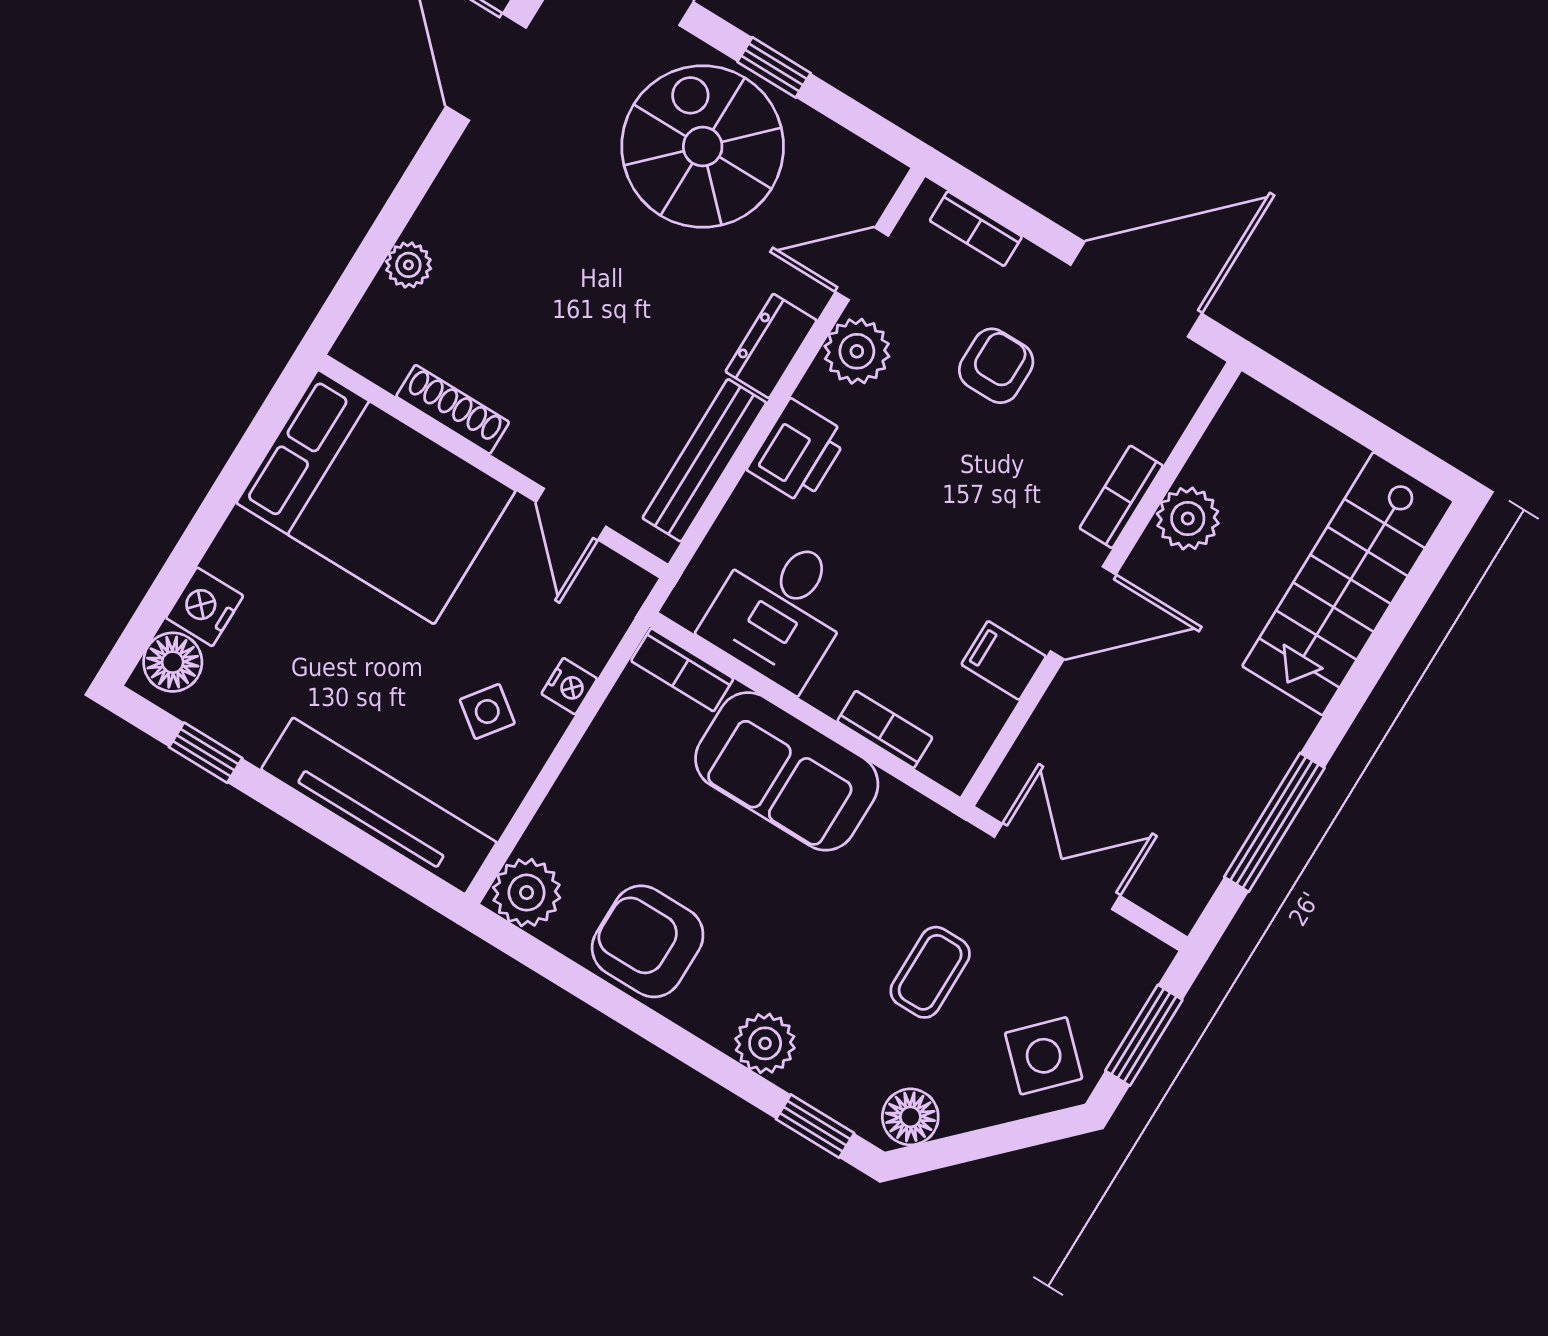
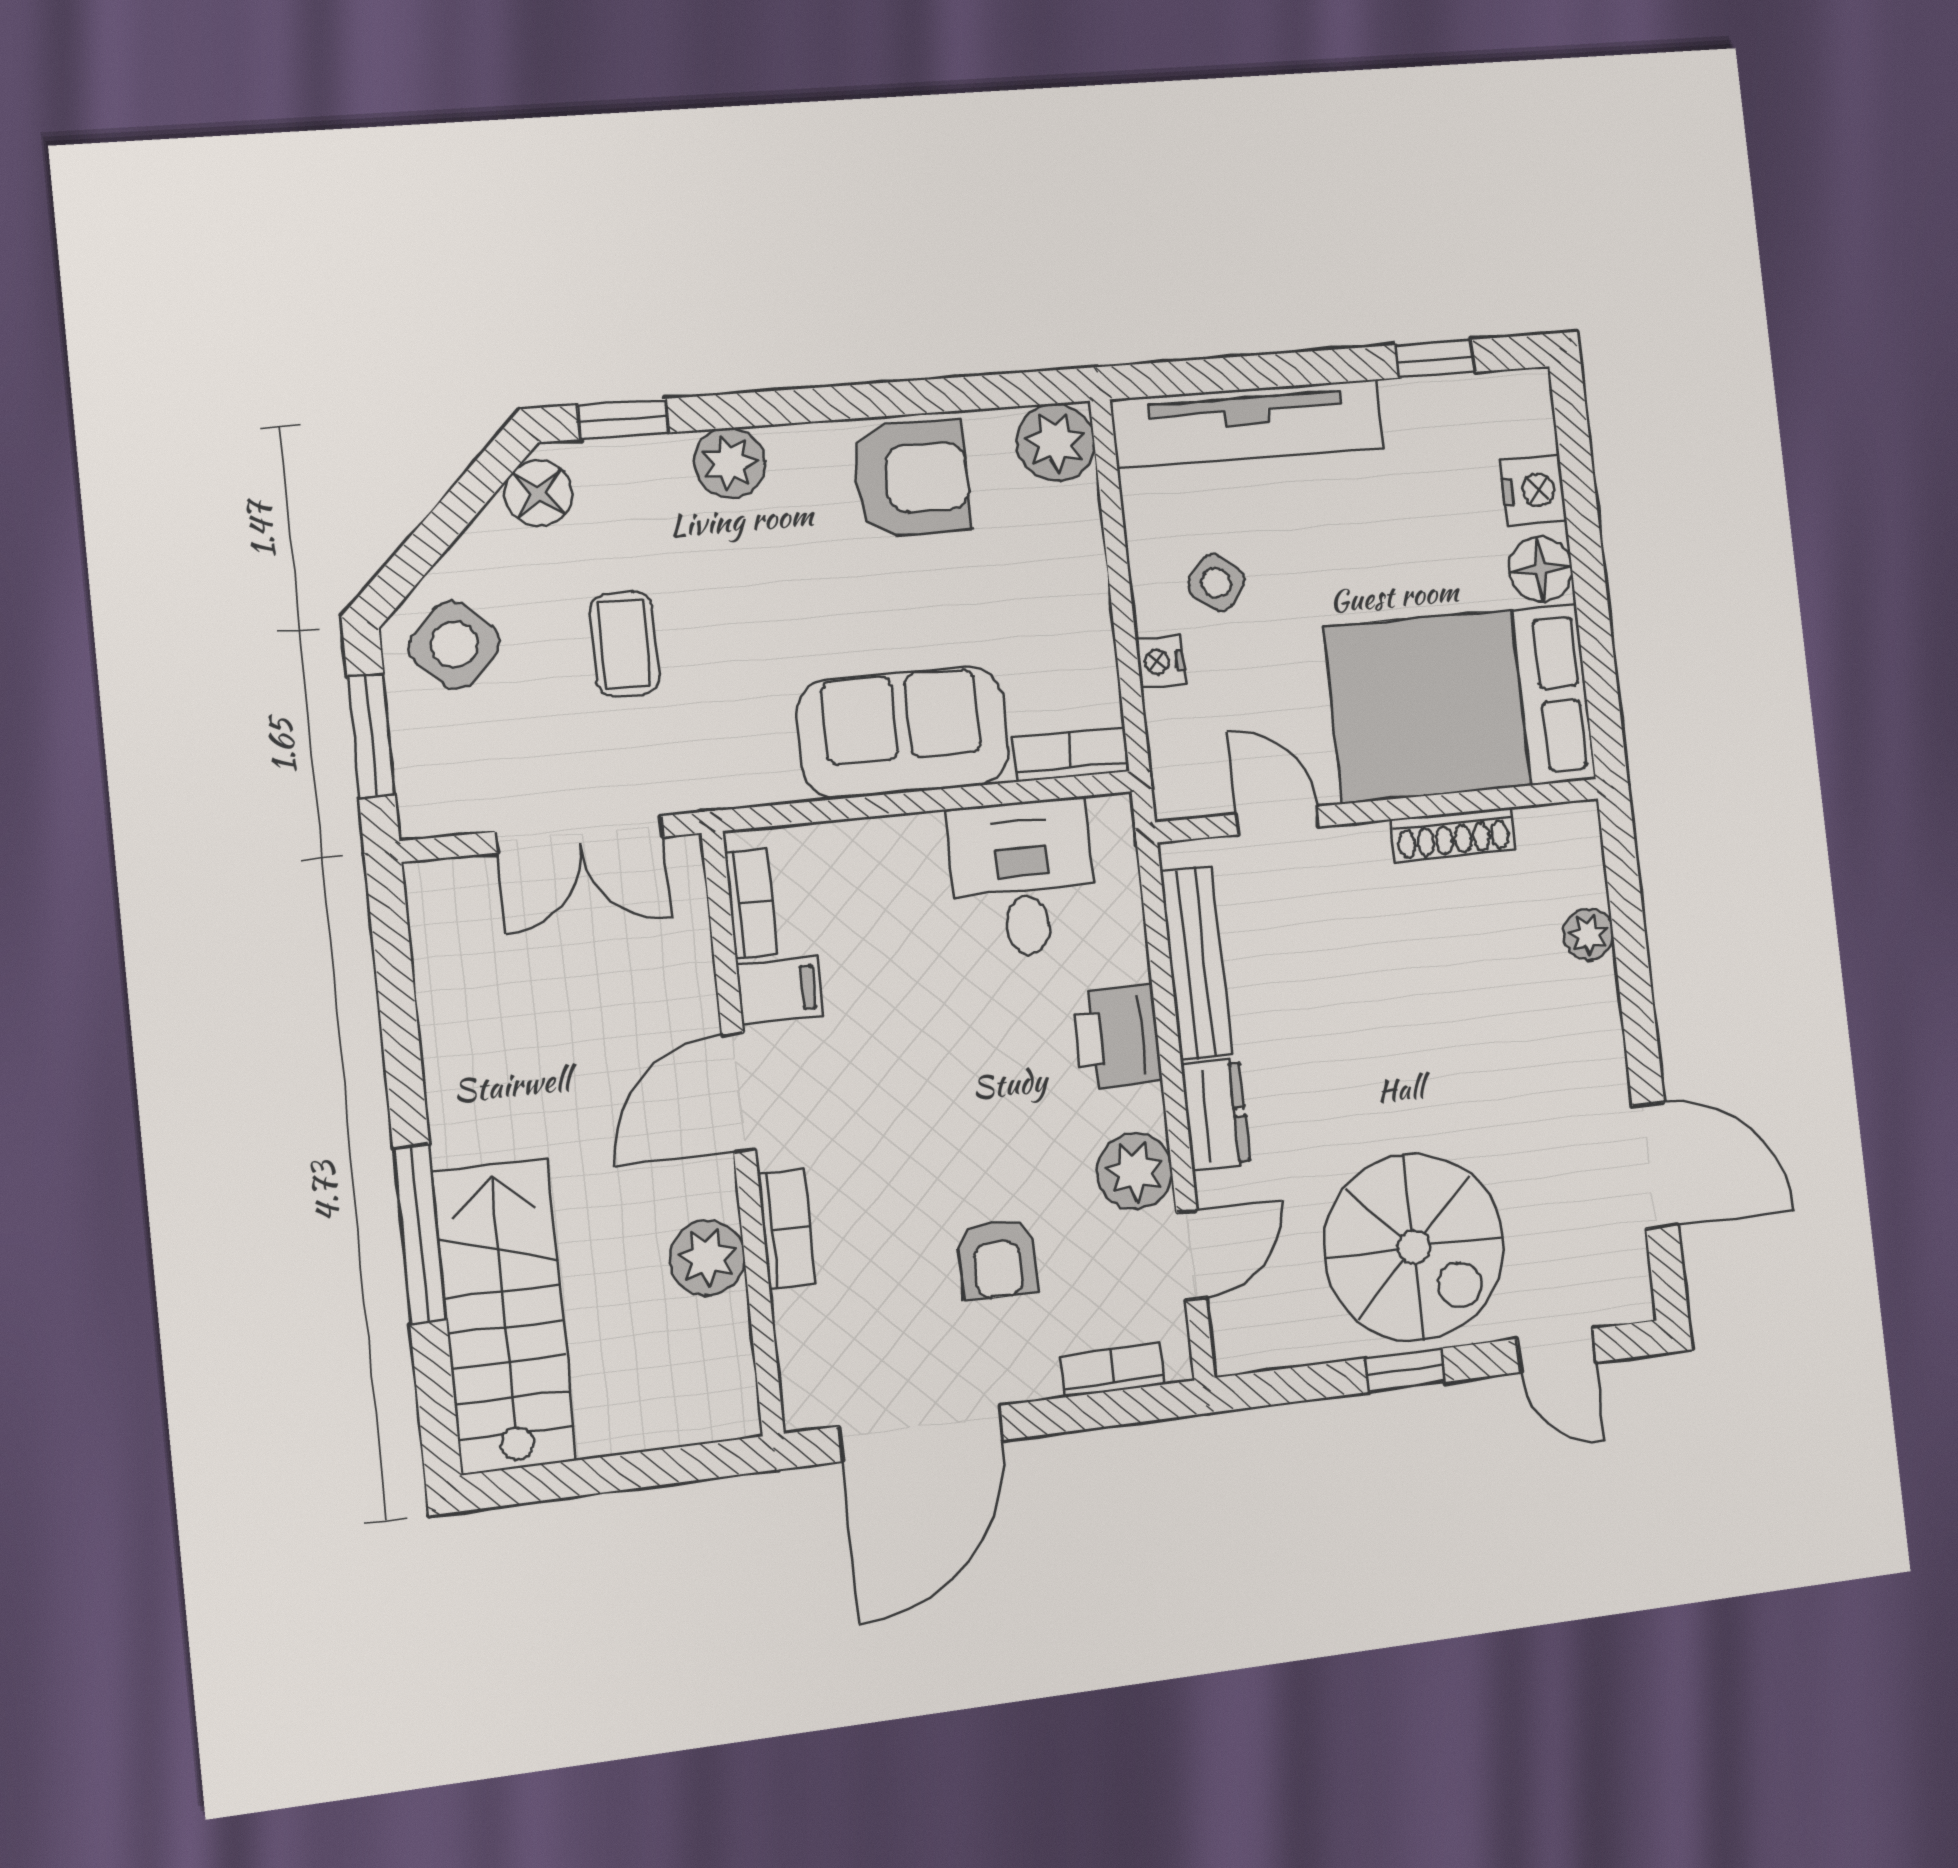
floor lamp: (173, 662) -> (1541, 569), moved
bookcase: (885, 729) -> (751, 903), moved, turned -90
window: (1274, 822) -> (420, 1234), moved

